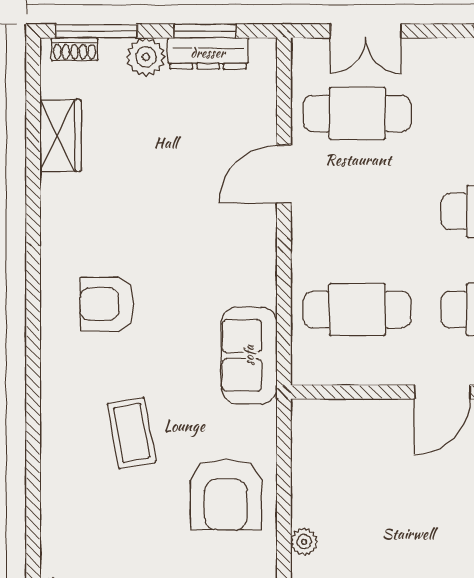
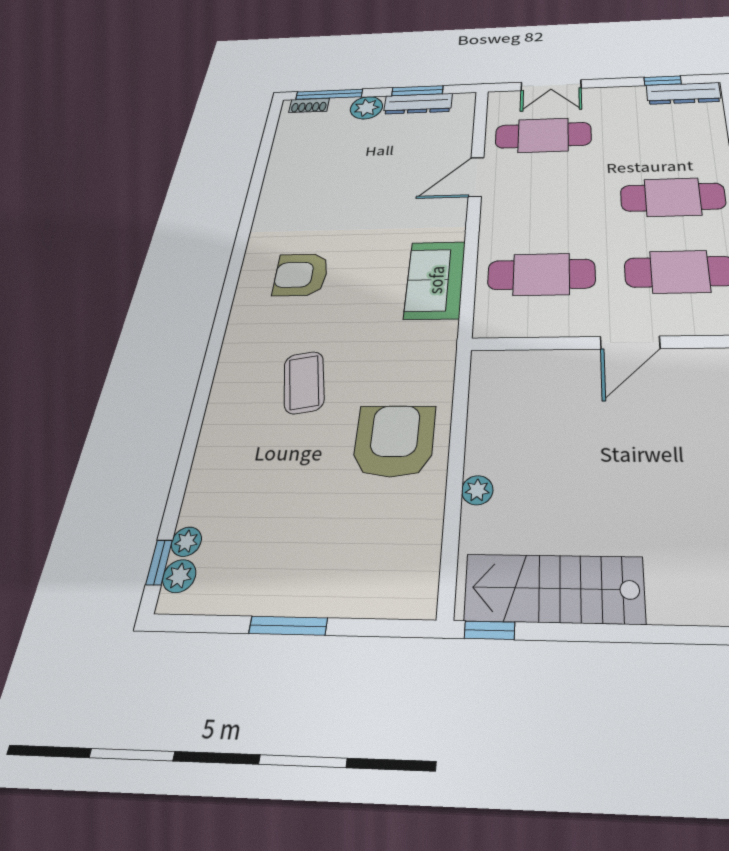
wardrobe: (61, 136) -> (286, 158), removed
sofa: (249, 355) -> (435, 280), moved
armchair: (226, 495) -> (394, 441), turned 180

